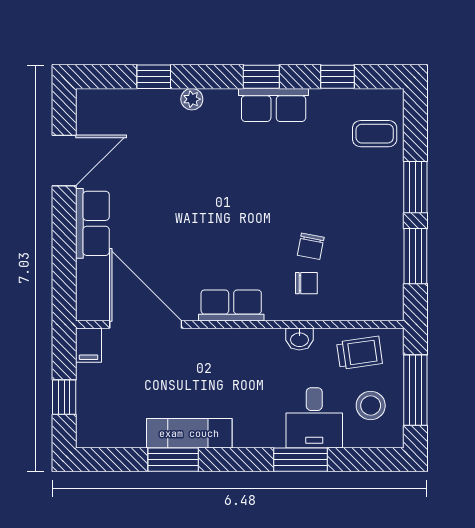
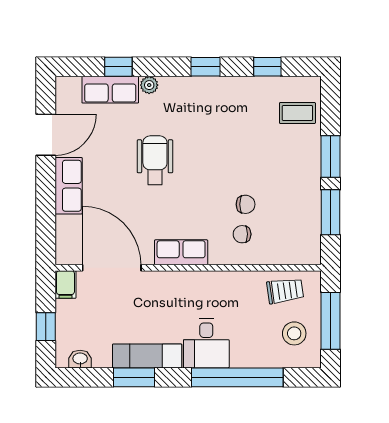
row of seats: (274, 105) -> (110, 90), moved
wheelchair: (199, 192) -> (155, 160), added
chair: (311, 246) -> (246, 204), turned -101
chair: (306, 283) -> (242, 234), turned 180
washbasin: (299, 339) -> (80, 359), moved, turned 180
desk: (314, 418) -> (206, 343), moved
window: (301, 460) -> (237, 377), width x2.11

